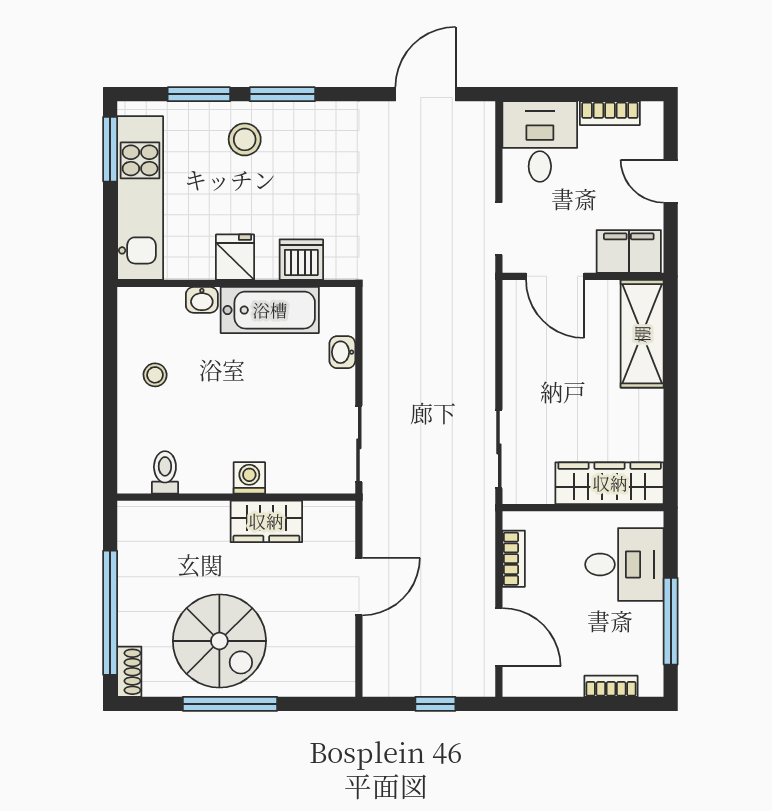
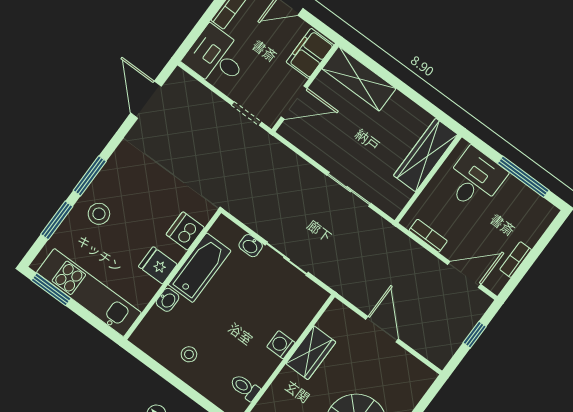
sliding door: (359, 444) -> (287, 259), moved
sliding door: (499, 449) -> (349, 189), moved
bookcase: (611, 686) -> (516, 260), moved

